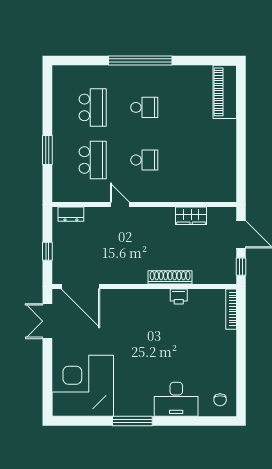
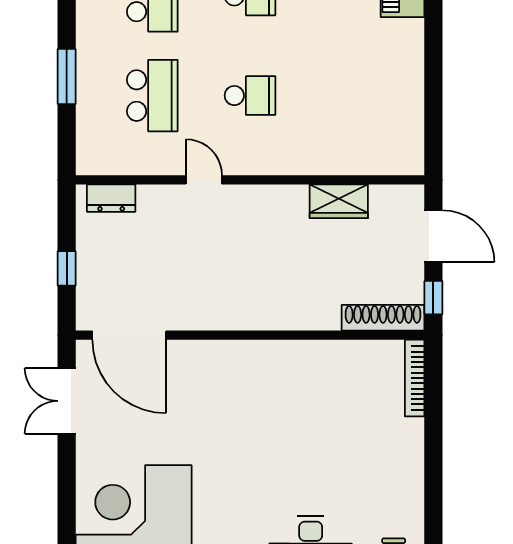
shoe rack: (170, 277) -> (383, 318), moved
printer: (179, 296) -> (315, 354), removed

